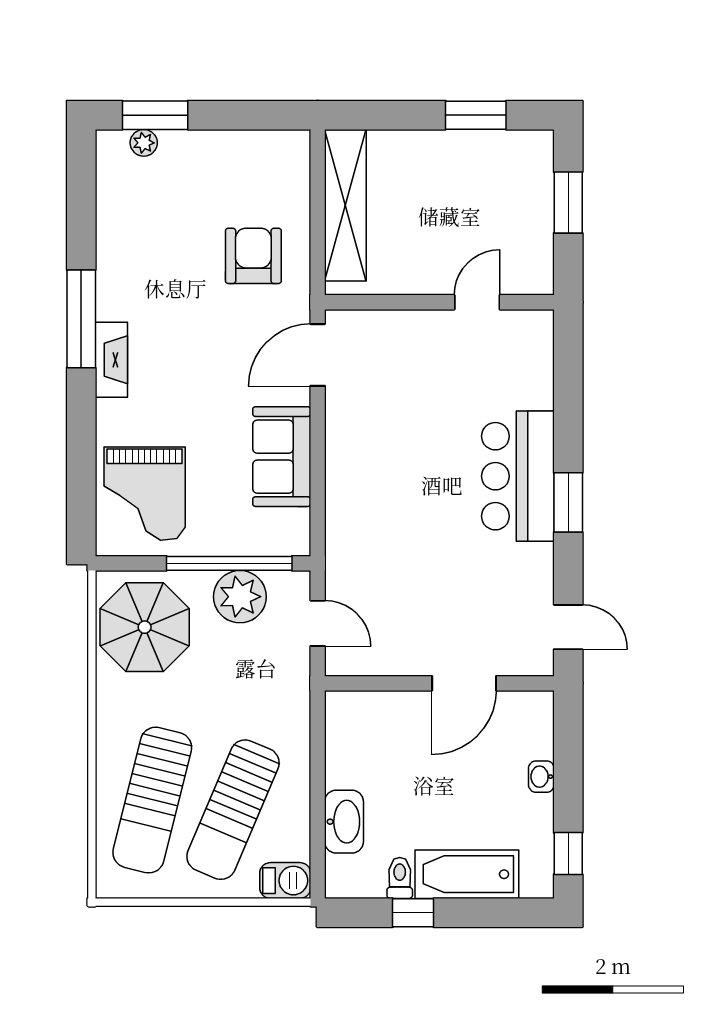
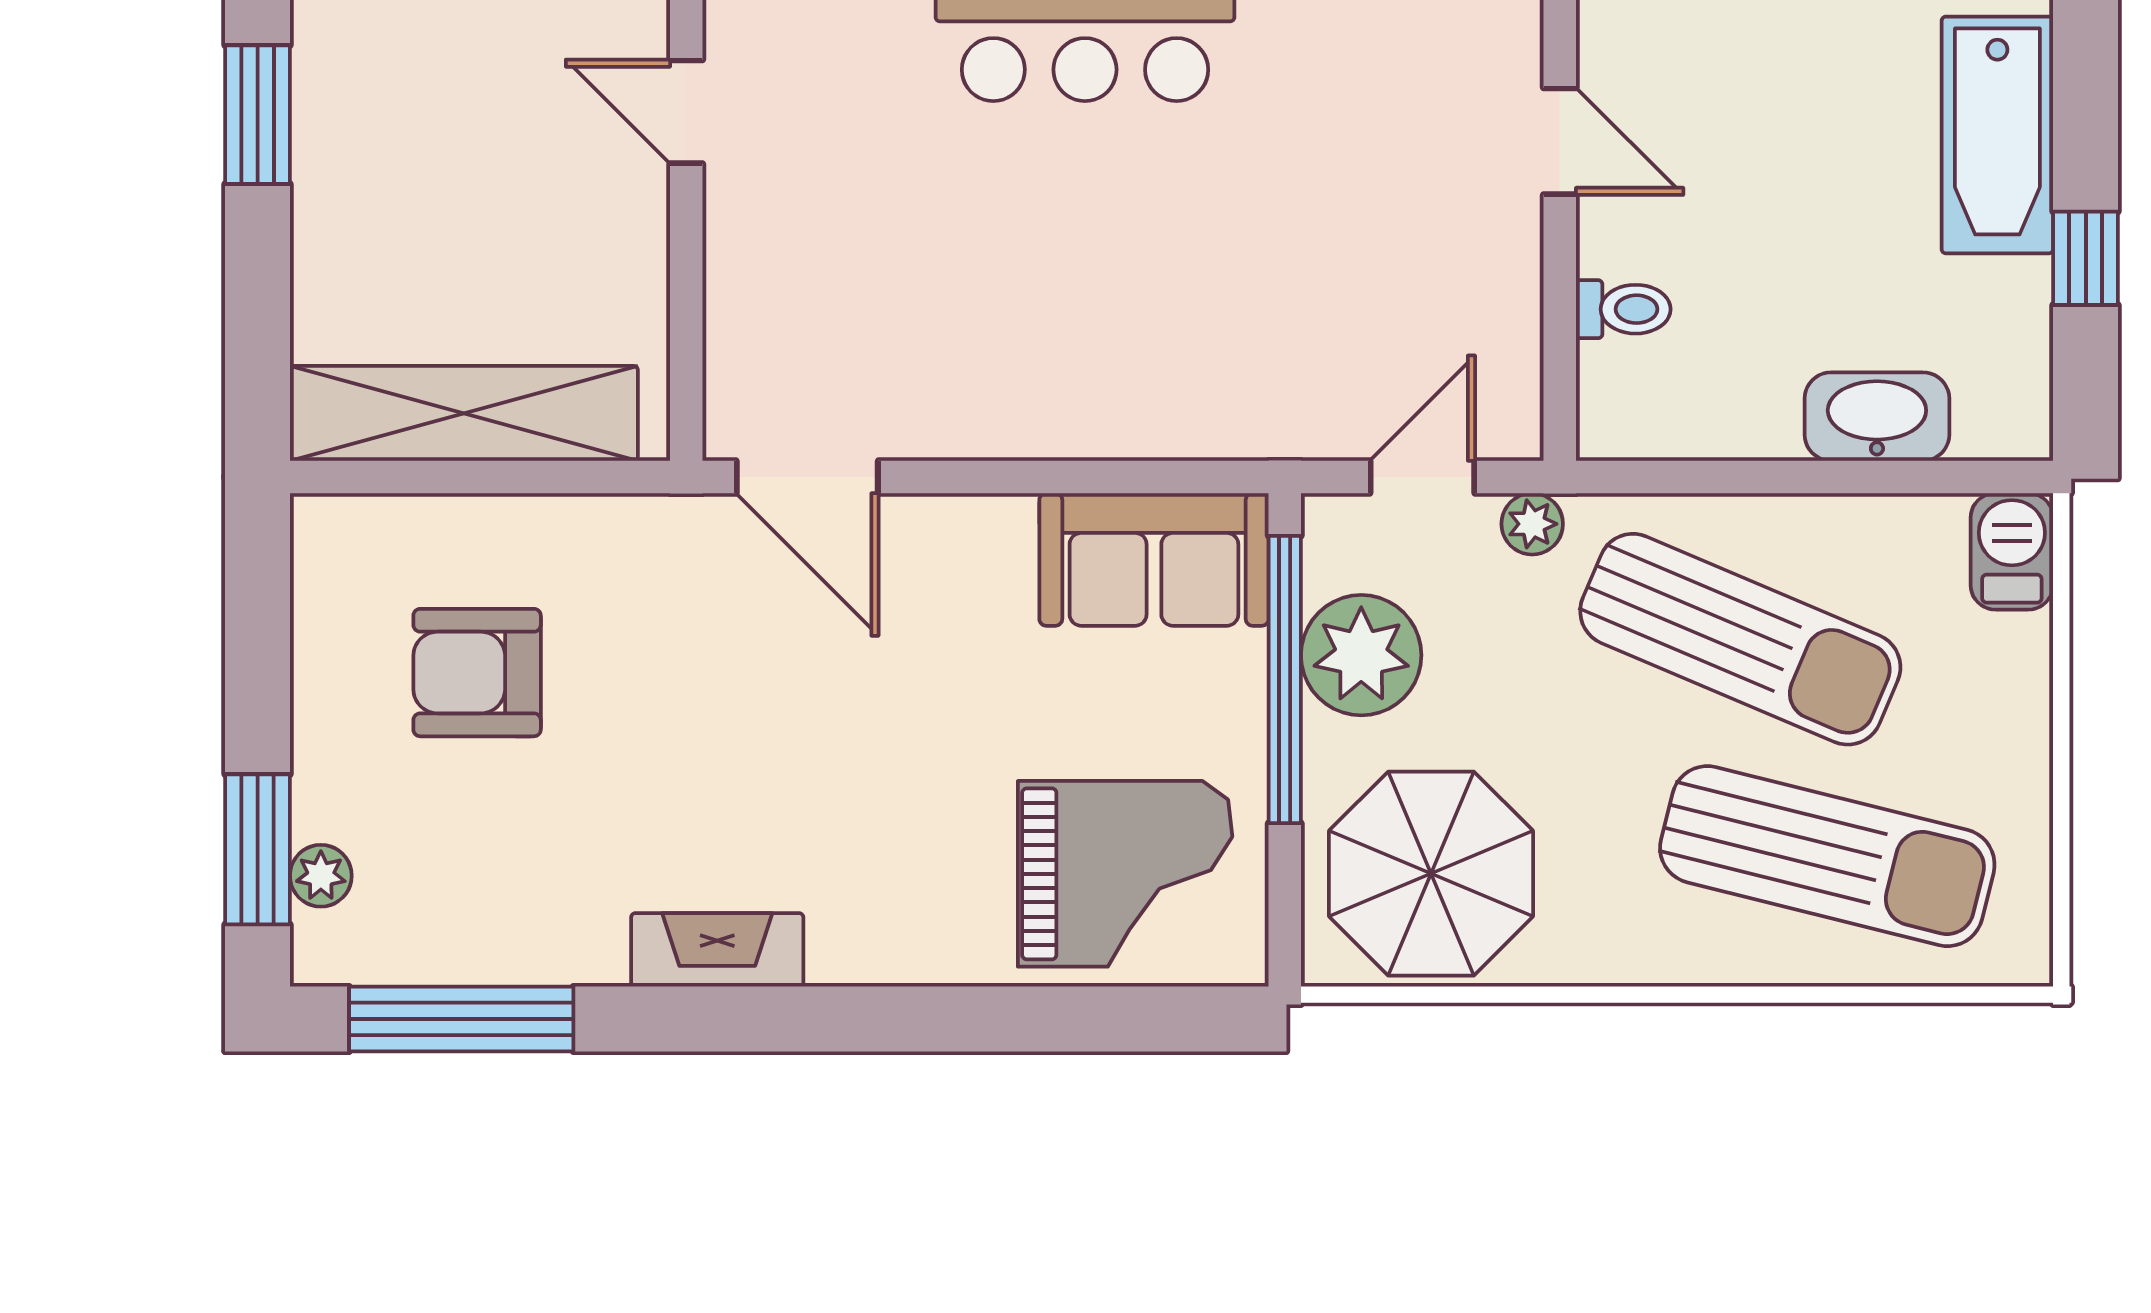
armchair: (253, 256) -> (477, 673), moved
window: (81, 319) -> (461, 1019), moved
fireplace: (111, 360) -> (717, 950), moved
sofa: (282, 457) -> (1154, 559), moved
plant: (297, 671) -> (1532, 524), added
door: (464, 683) -> (1560, 141), width x0.73
sun lounger: (233, 810) -> (1740, 639), moved
toilet: (400, 878) -> (1623, 309), moved, turned 180

